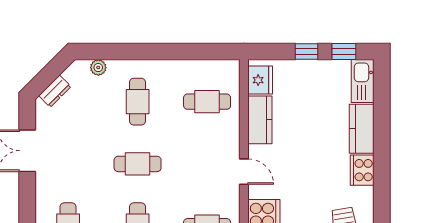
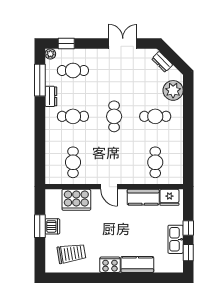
plant: (98, 68) -> (173, 90), width x1.88, depth x1.88
kitchen sink: (363, 81) -> (176, 239), moved, turned -90
door: (244, 172) -> (109, 187), hinge flipped

